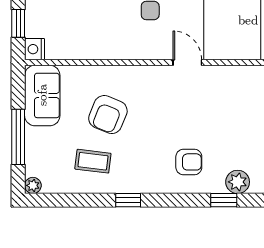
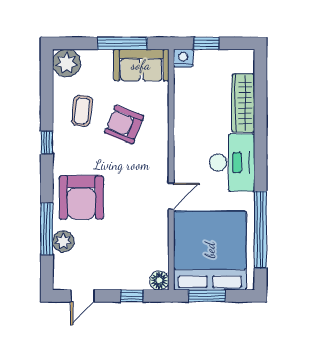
window: (18, 137) -> (122, 43), moved
armchair: (189, 162) -> (81, 197), width x1.88, depth x1.88
plant: (33, 185) -> (67, 63), width x1.87, depth x1.87
window: (224, 200) -> (47, 229), width x2.17

